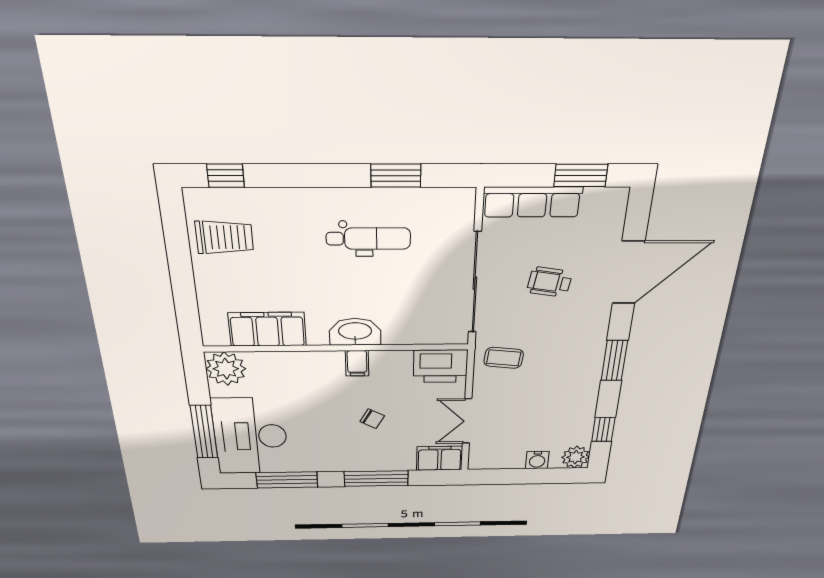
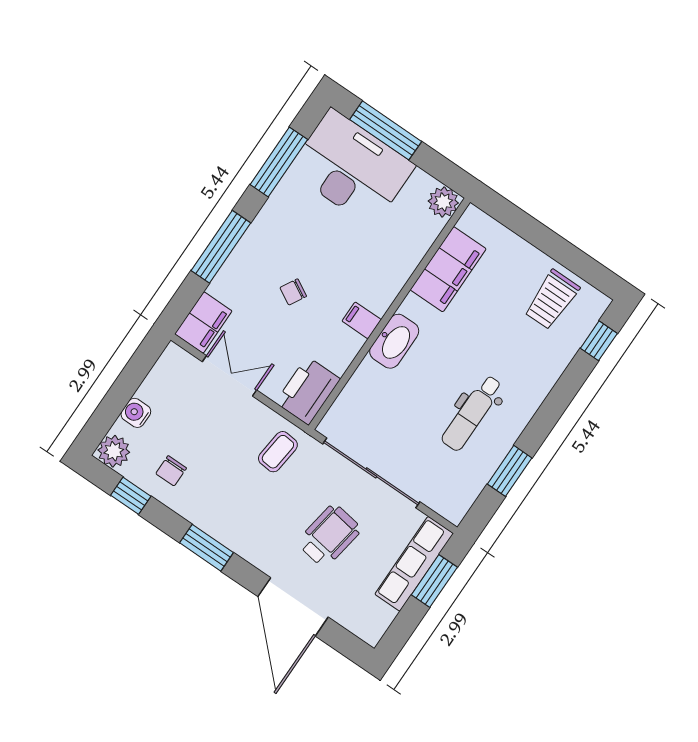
window: (581, 175) -> (434, 581), moved
wheelchair: (550, 282) -> (329, 536), width x1.36, depth x1.37
plant: (226, 369) -> (443, 202), width x0.73, depth x0.73
chair: (567, 416) -> (171, 471), added

